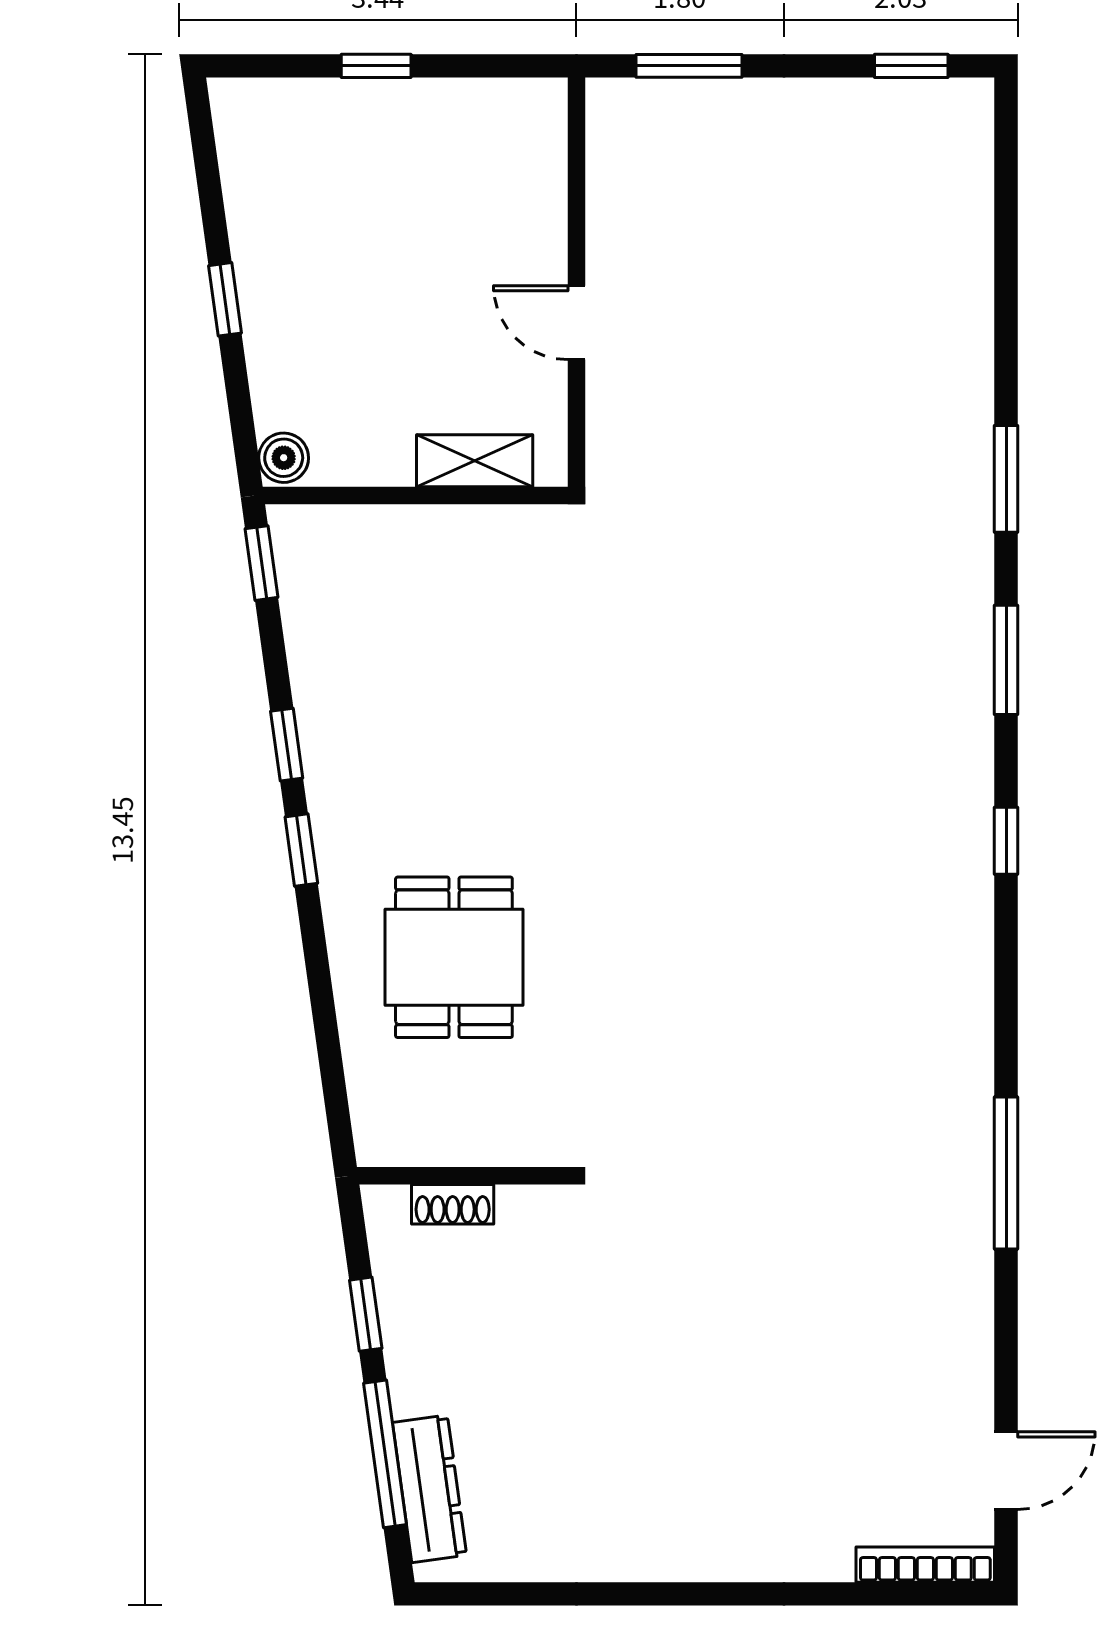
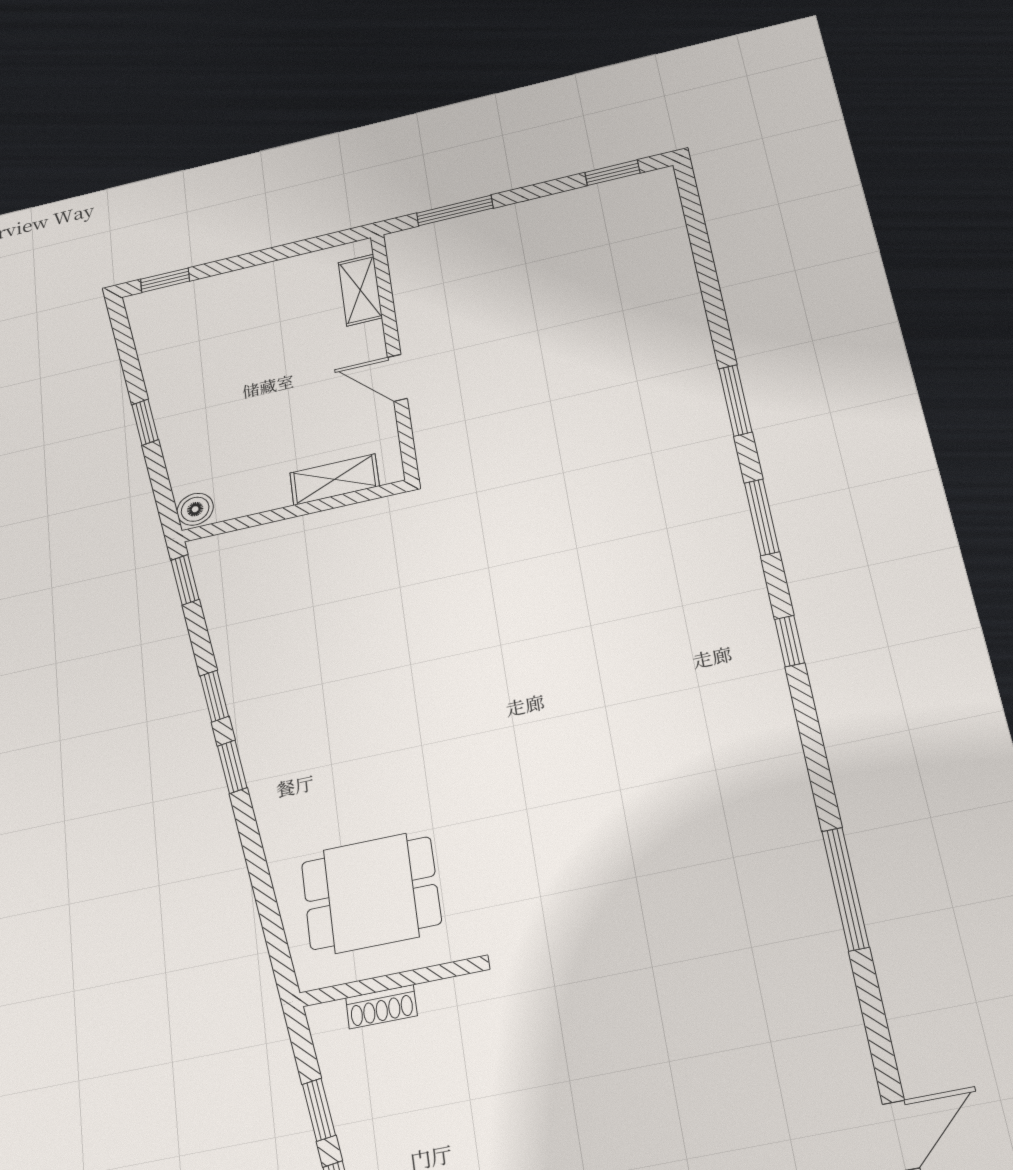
window: (376, 66) -> (165, 280), moved
shelving: (543, 163) -> (360, 290), added
dining table: (454, 957) -> (371, 893), moved, turned 90

